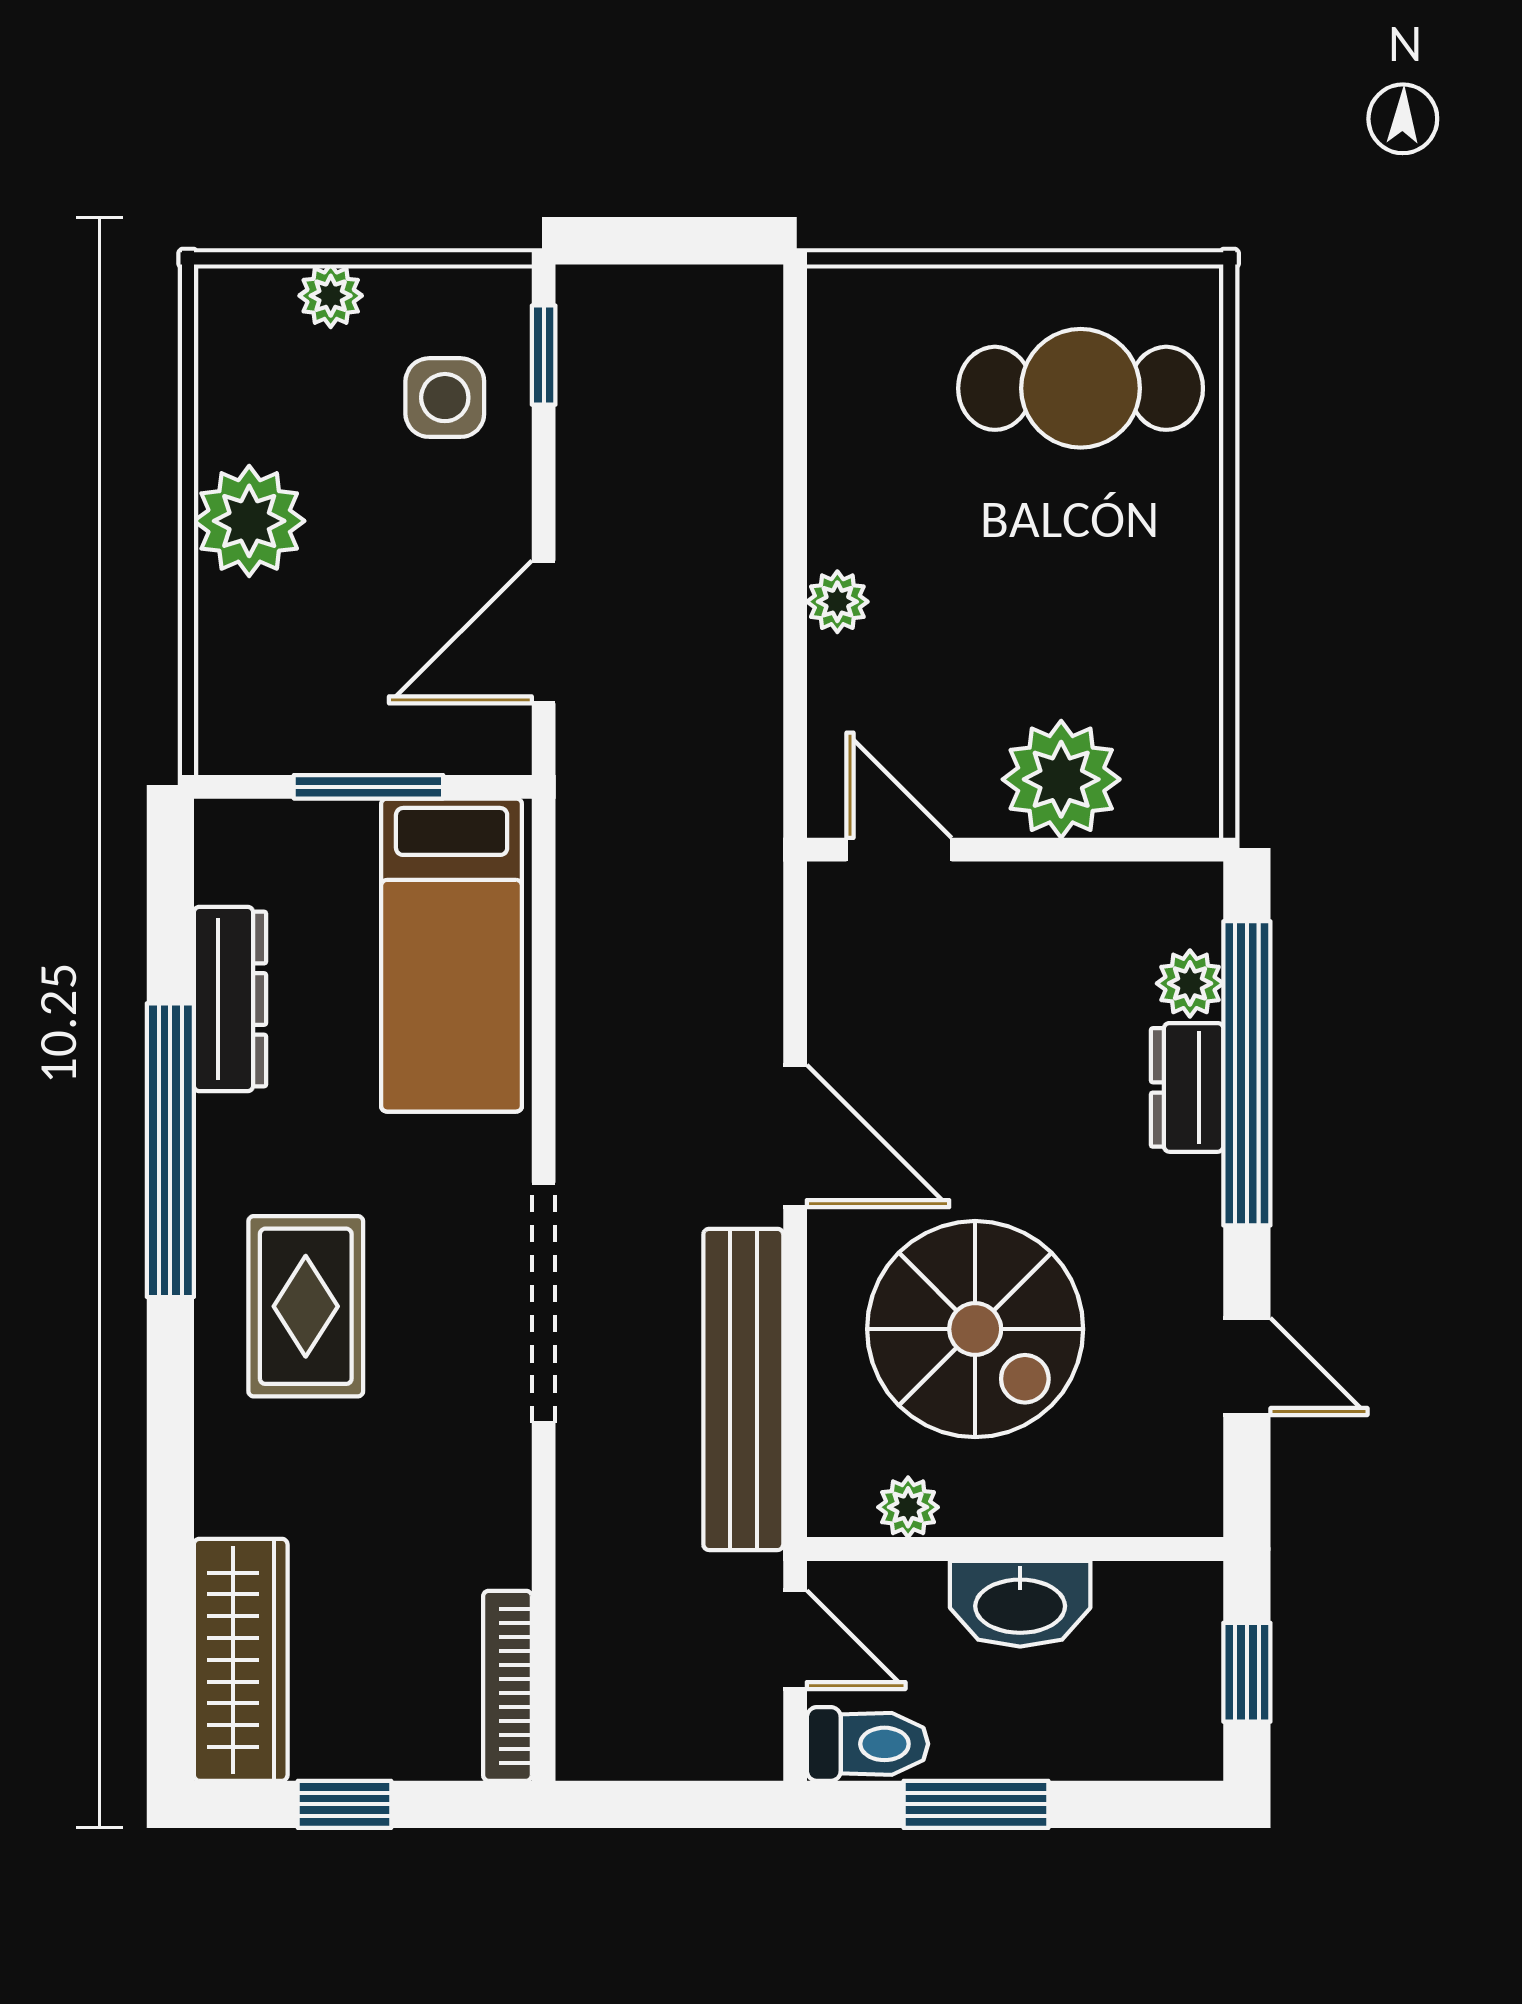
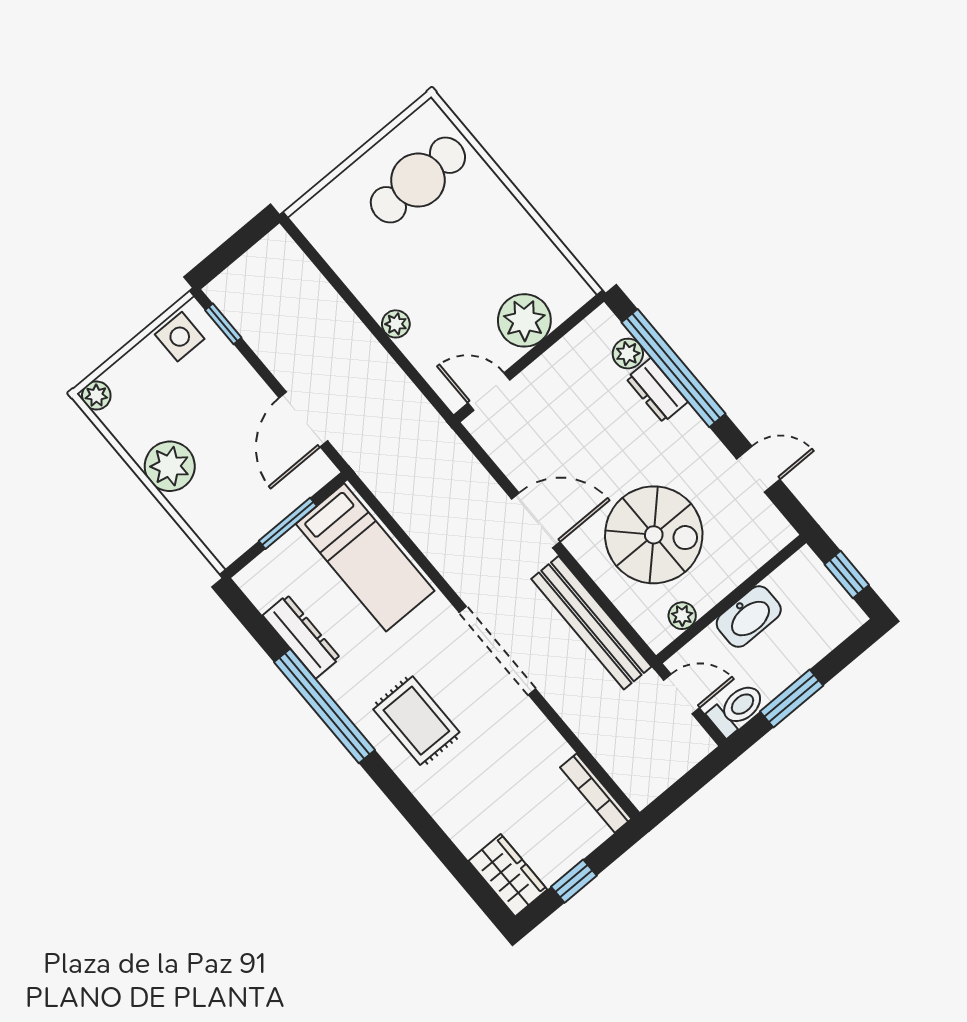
plant: (331, 296) -> (96, 395), moved
side table: (445, 398) -> (180, 337), moved
wardrobe: (241, 1660) -> (508, 875), width x0.67

